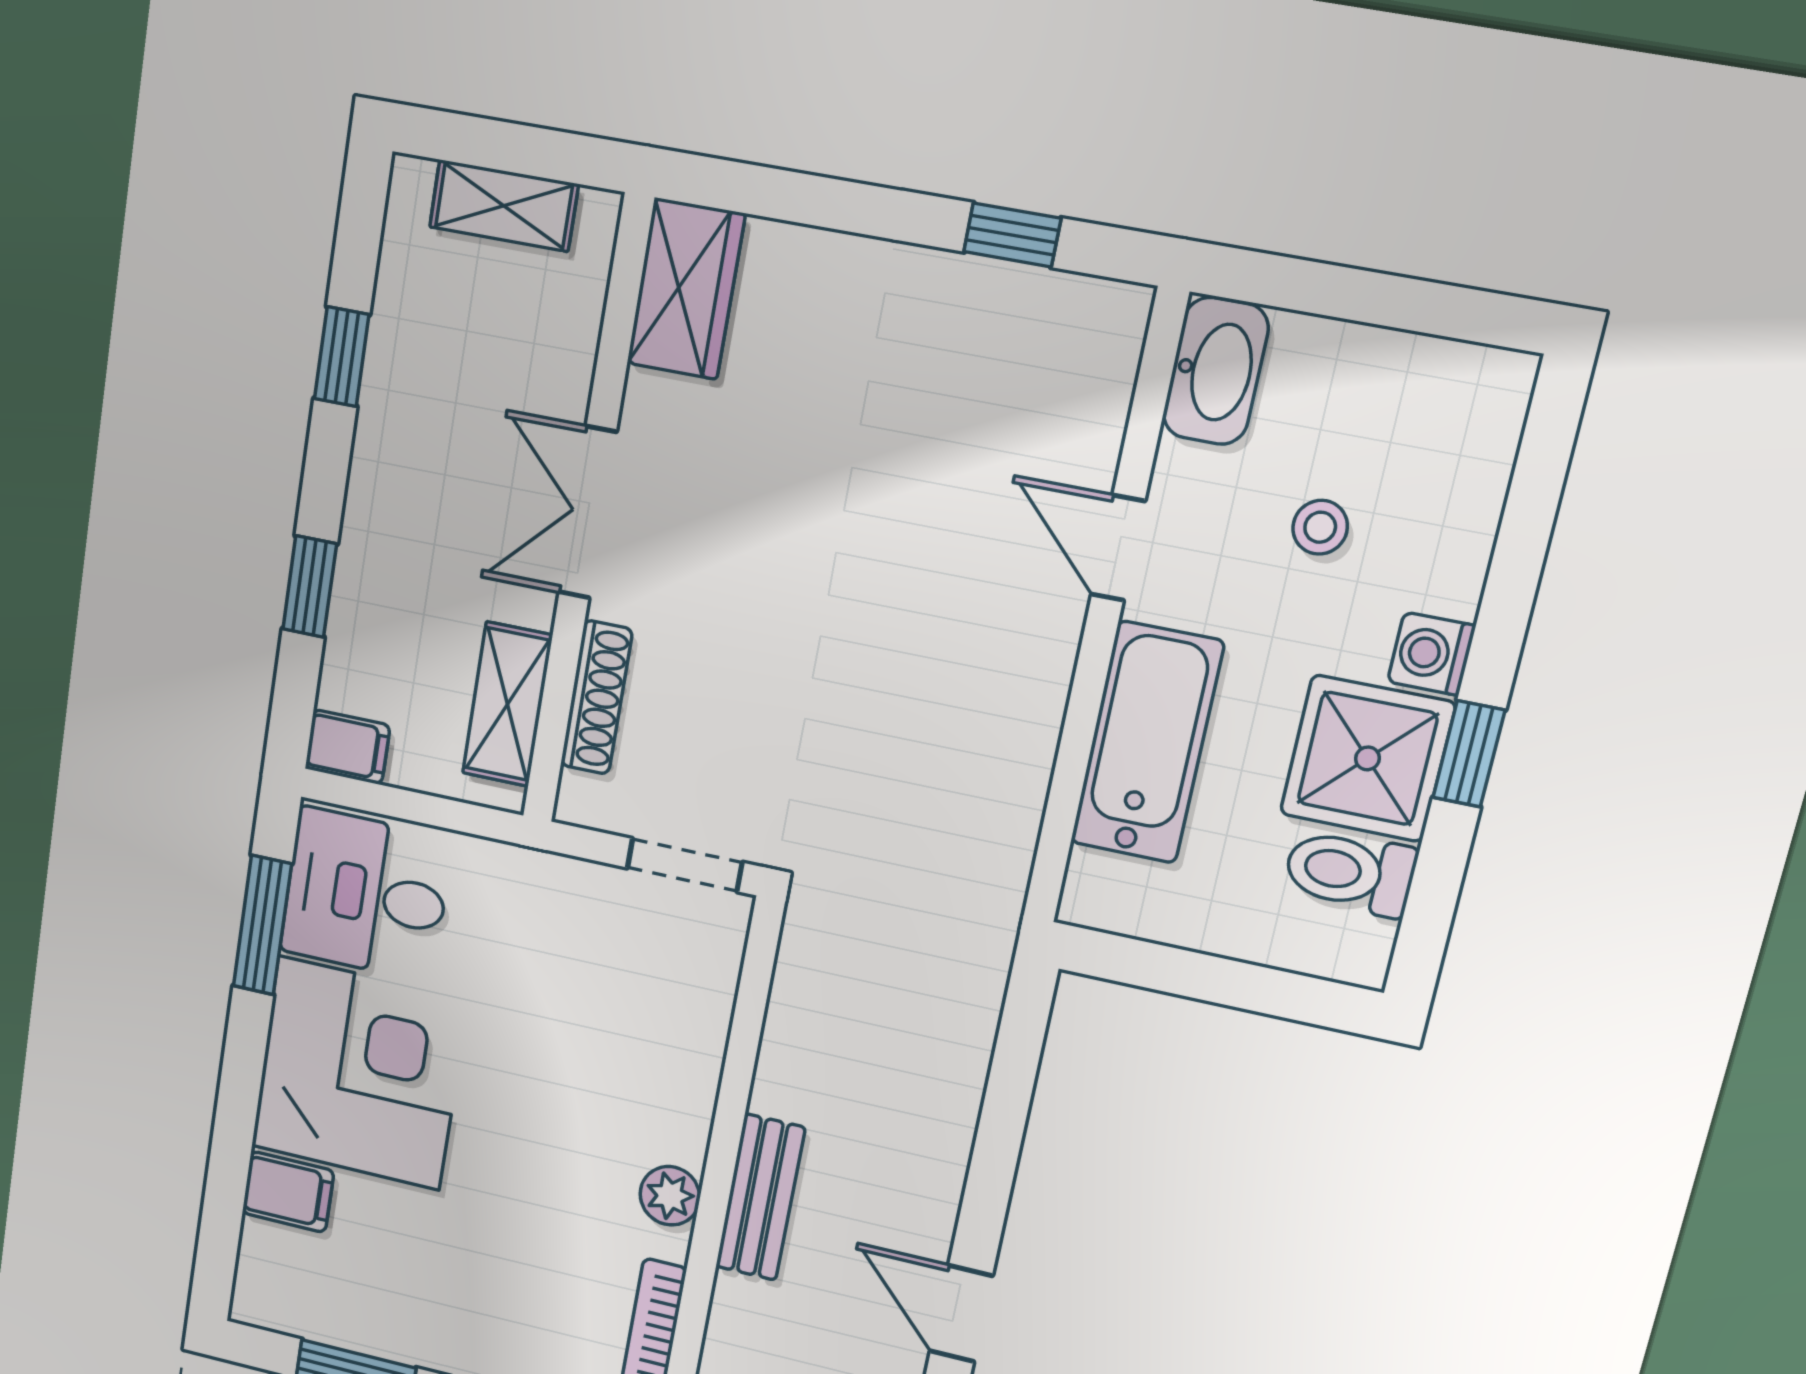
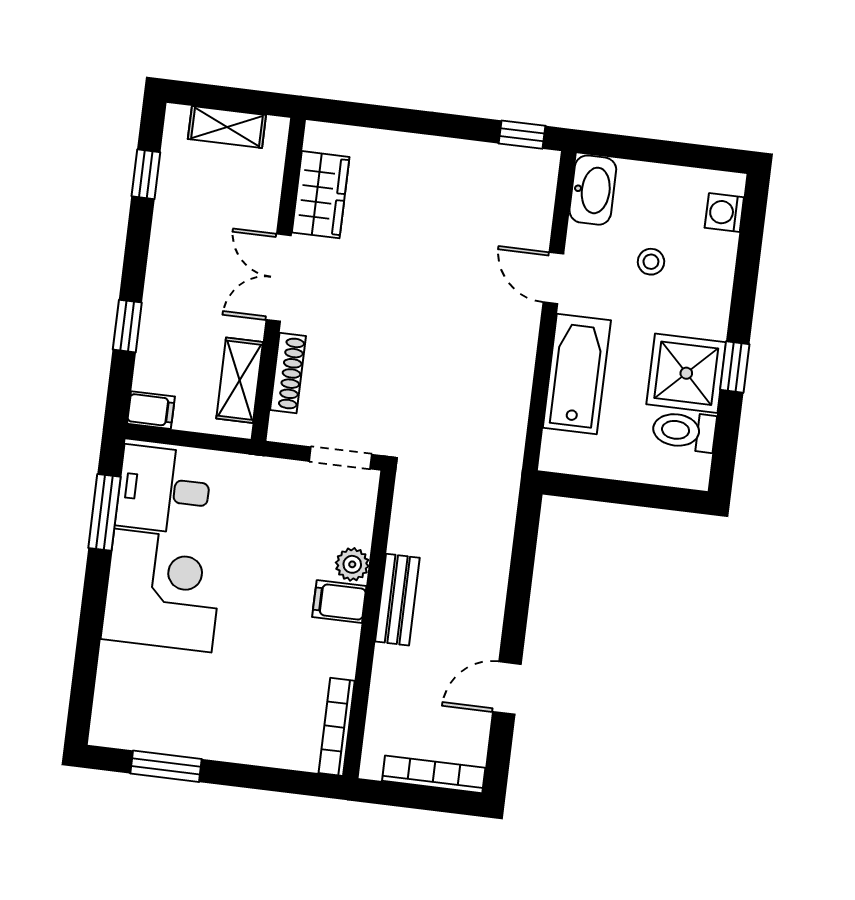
window: (1012, 235) -> (522, 135), moved
wardrobe: (686, 289) -> (321, 195), moved
window: (342, 357) -> (146, 174), moved
washing machine: (1431, 654) -> (724, 212), moved
filing cabinet: (288, 1192) -> (339, 602), moved, turned 180
plant: (670, 1196) -> (352, 564), moved
bench: (760, 1197) -> (397, 600), moved
door: (961, 1314) -> (507, 688), hinge flipped

